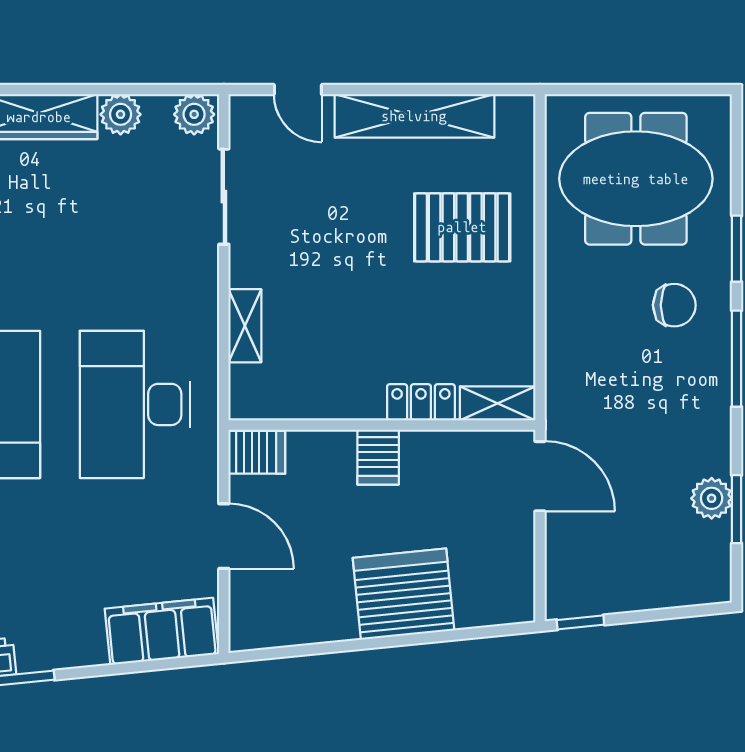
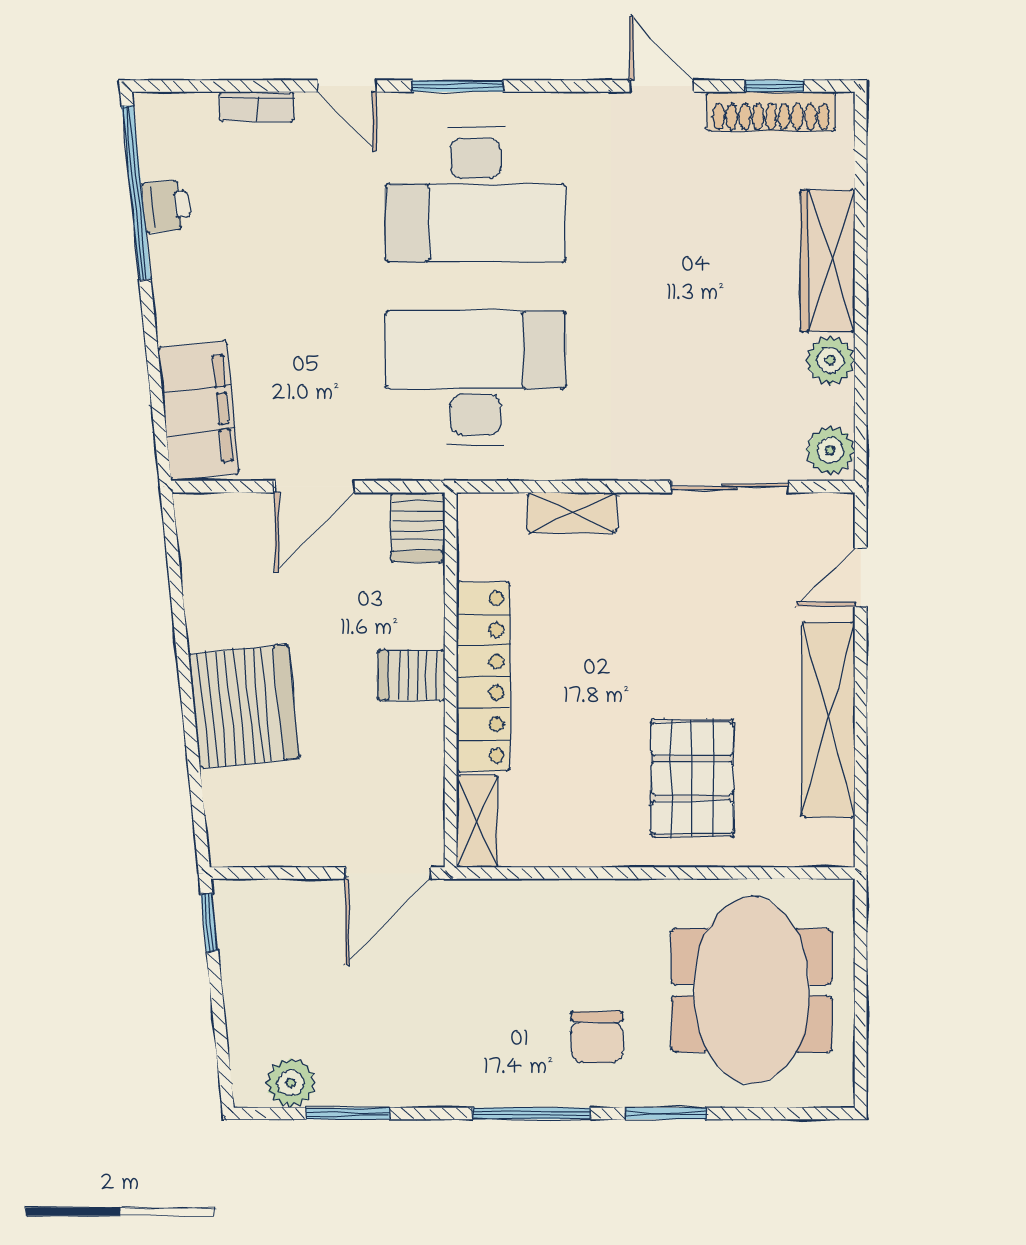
locker: (421, 402) -> (483, 677), width x2.16, depth x1.21
plant: (712, 498) -> (291, 1083), moved

